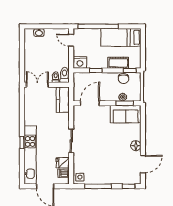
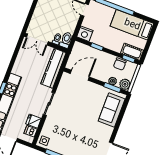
cot: (118, 63) -> (132, 52), moved
double door: (37, 85) -> (37, 40), swing flipped
plant: (135, 96) -> (125, 84), added
kitchen counter: (63, 100) -> (53, 68), width x1.50
sofa: (126, 114) -> (112, 110), moved, turned 90
floor lamp: (136, 146) -> (108, 131), removed

